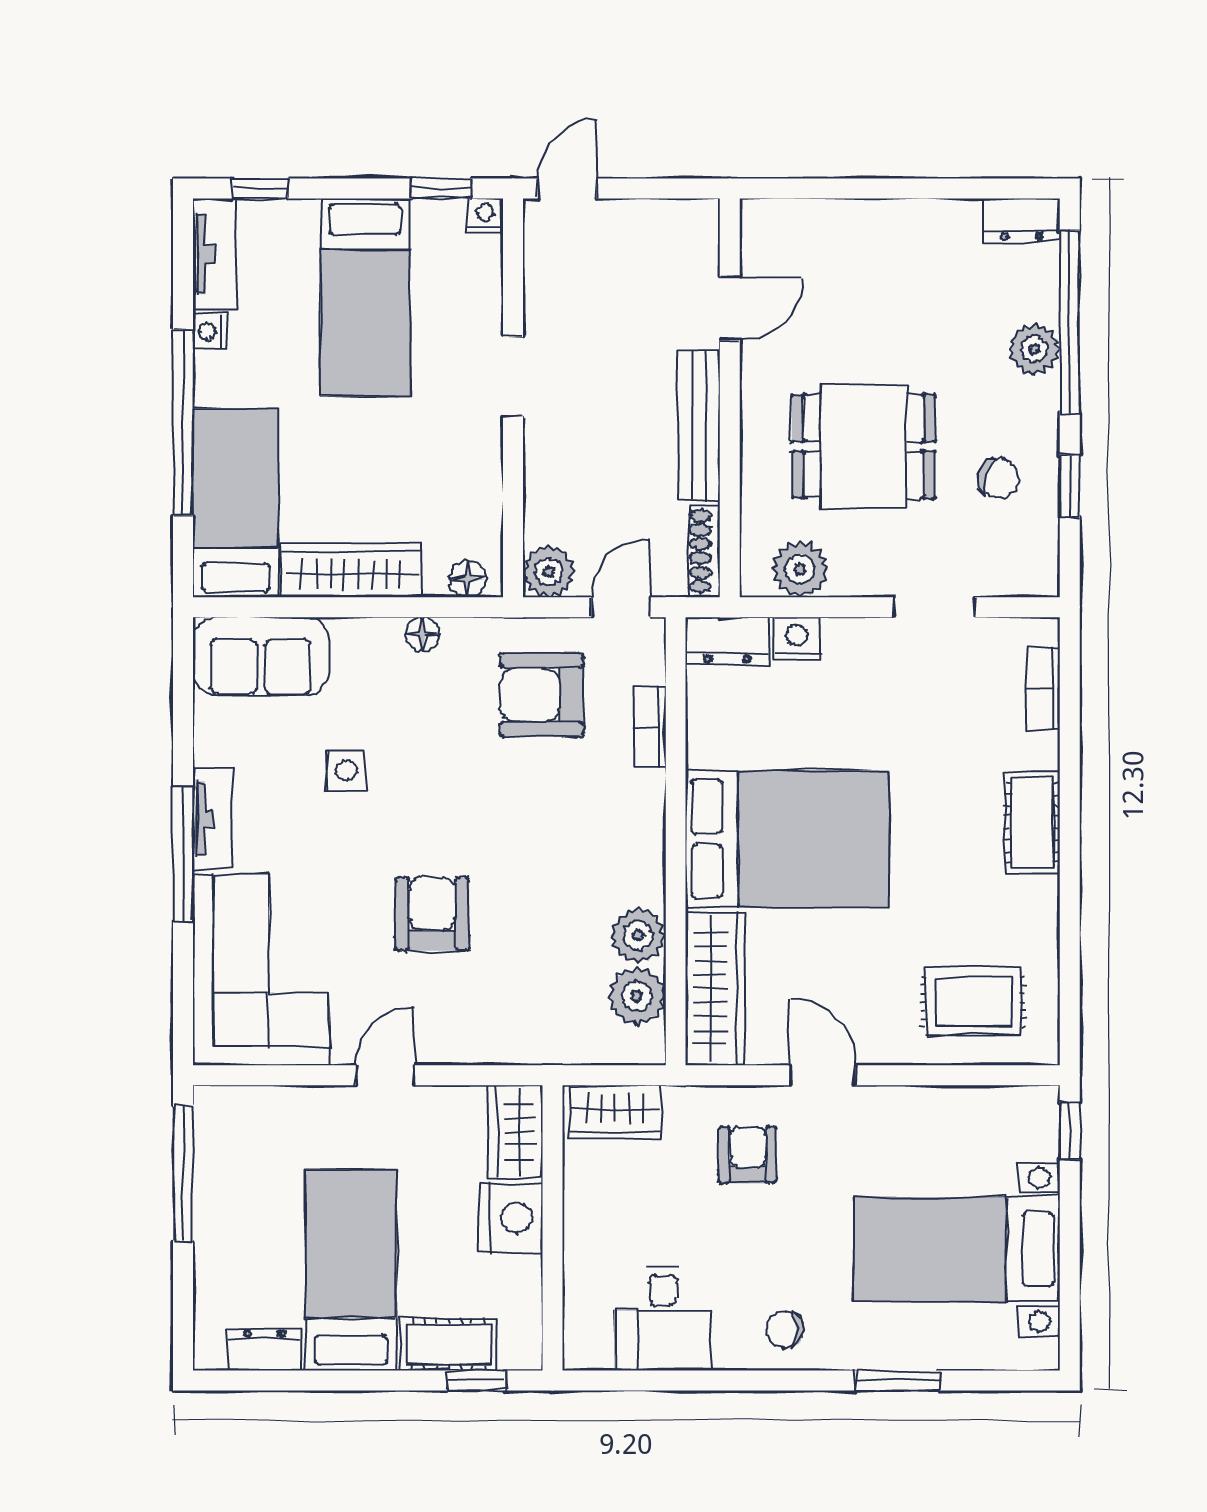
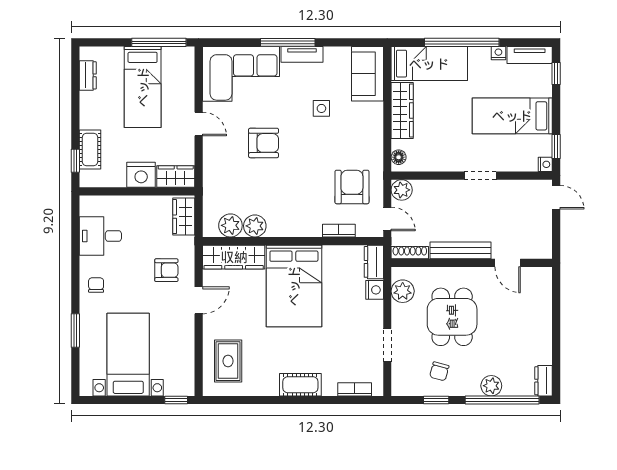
floor lamp: (422, 634) -> (376, 139), removed
bed: (351, 1270) -> (143, 87), moved, turned 90

